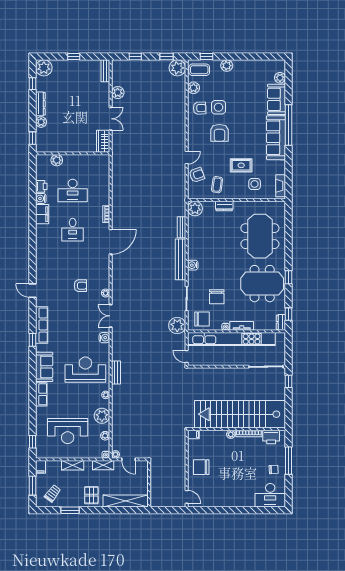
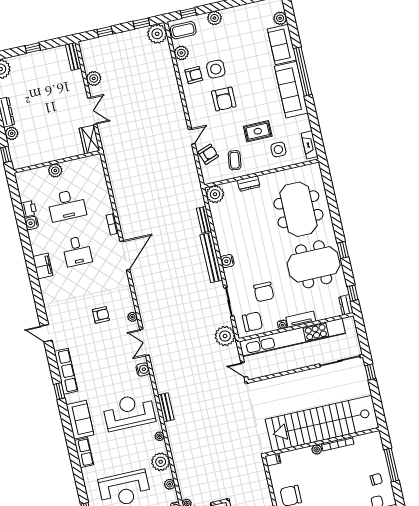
plant: (57, 160) -> (55, 170), moved
filing cabinet: (42, 214) -> (43, 266), moved
printer: (271, 437) -> (365, 442), removed

